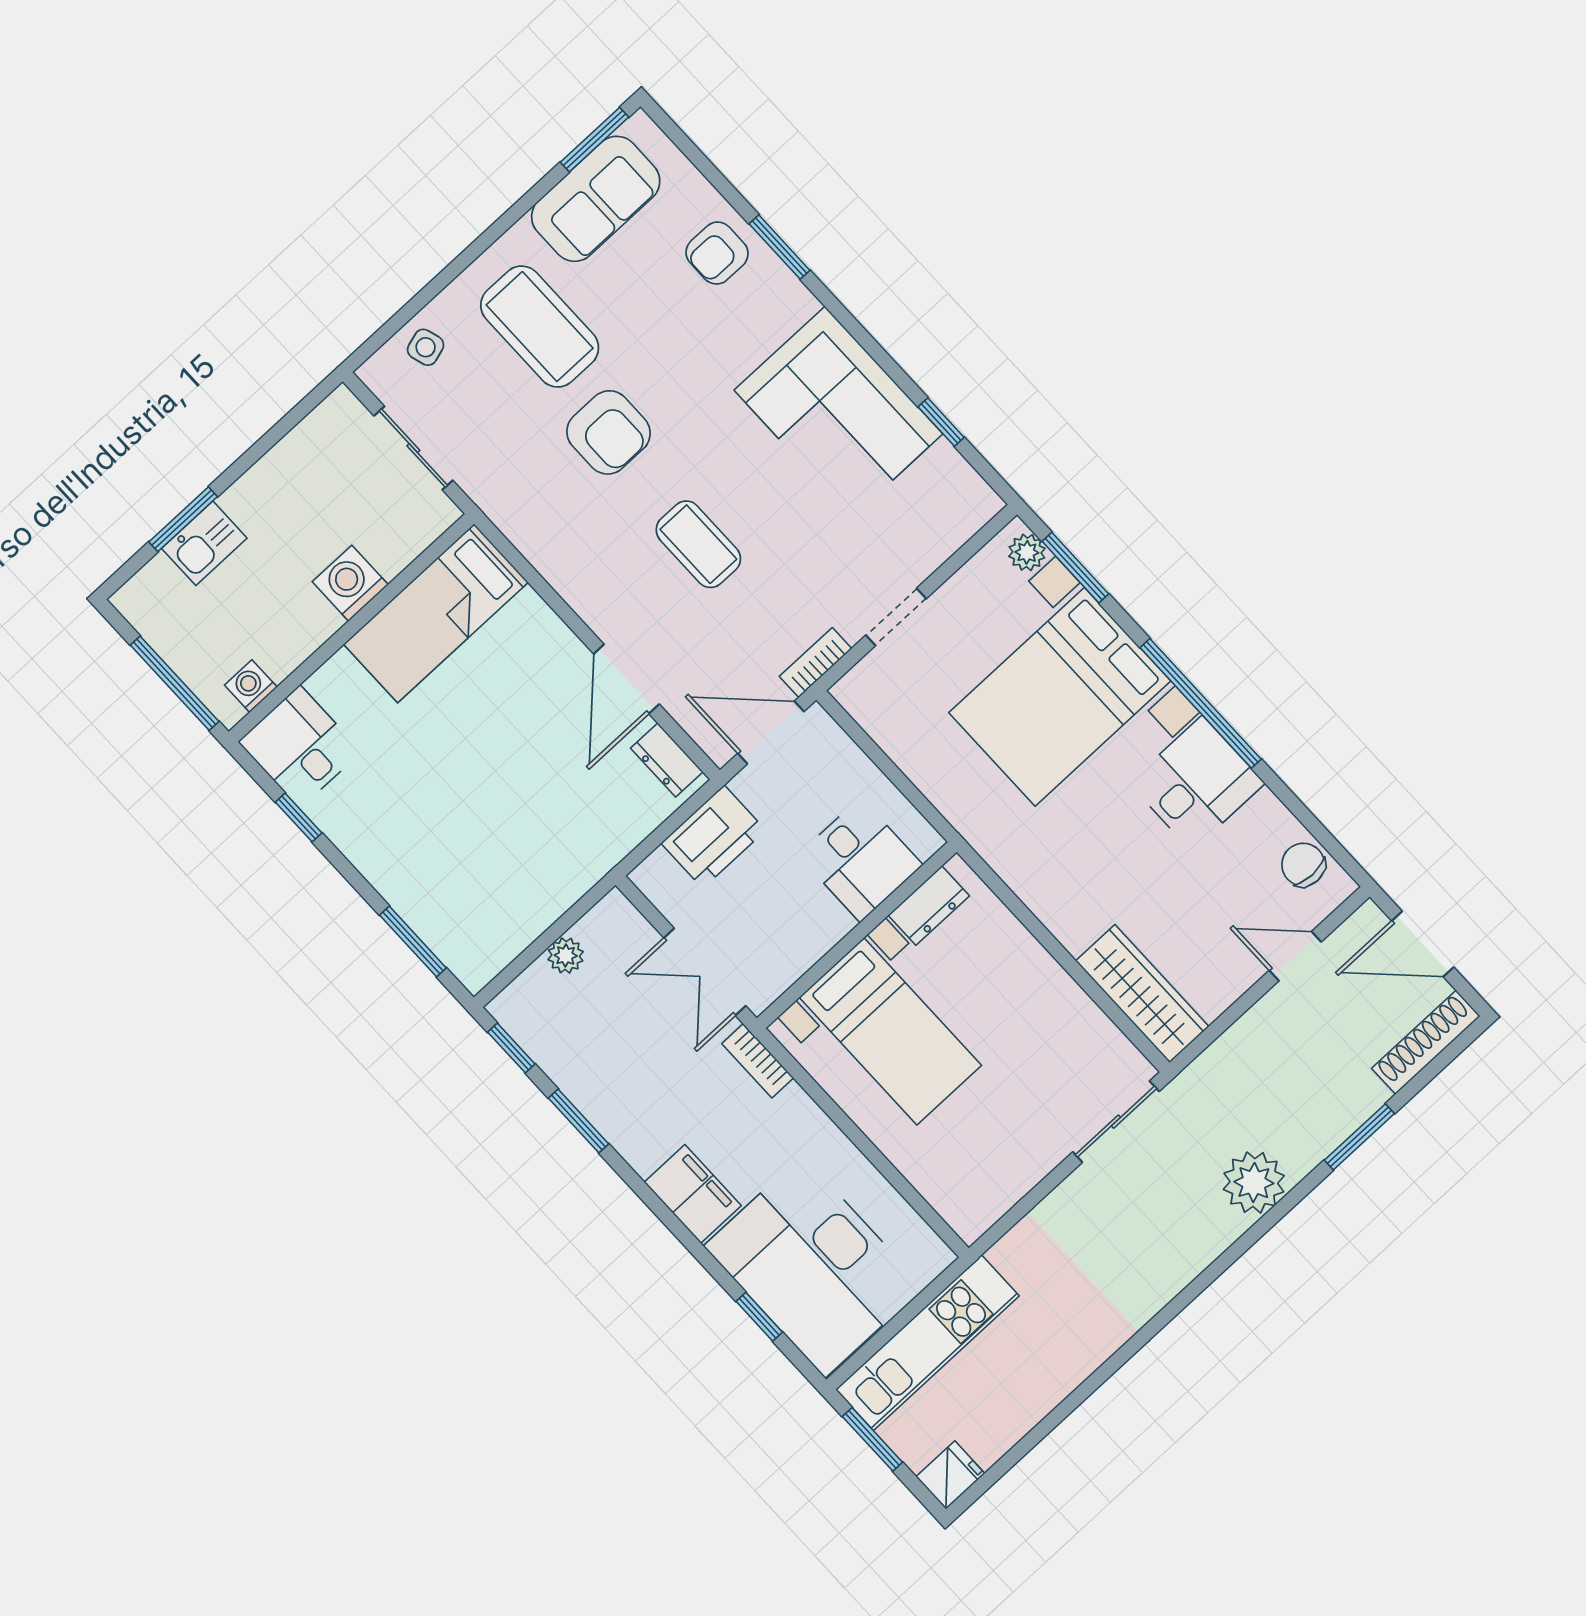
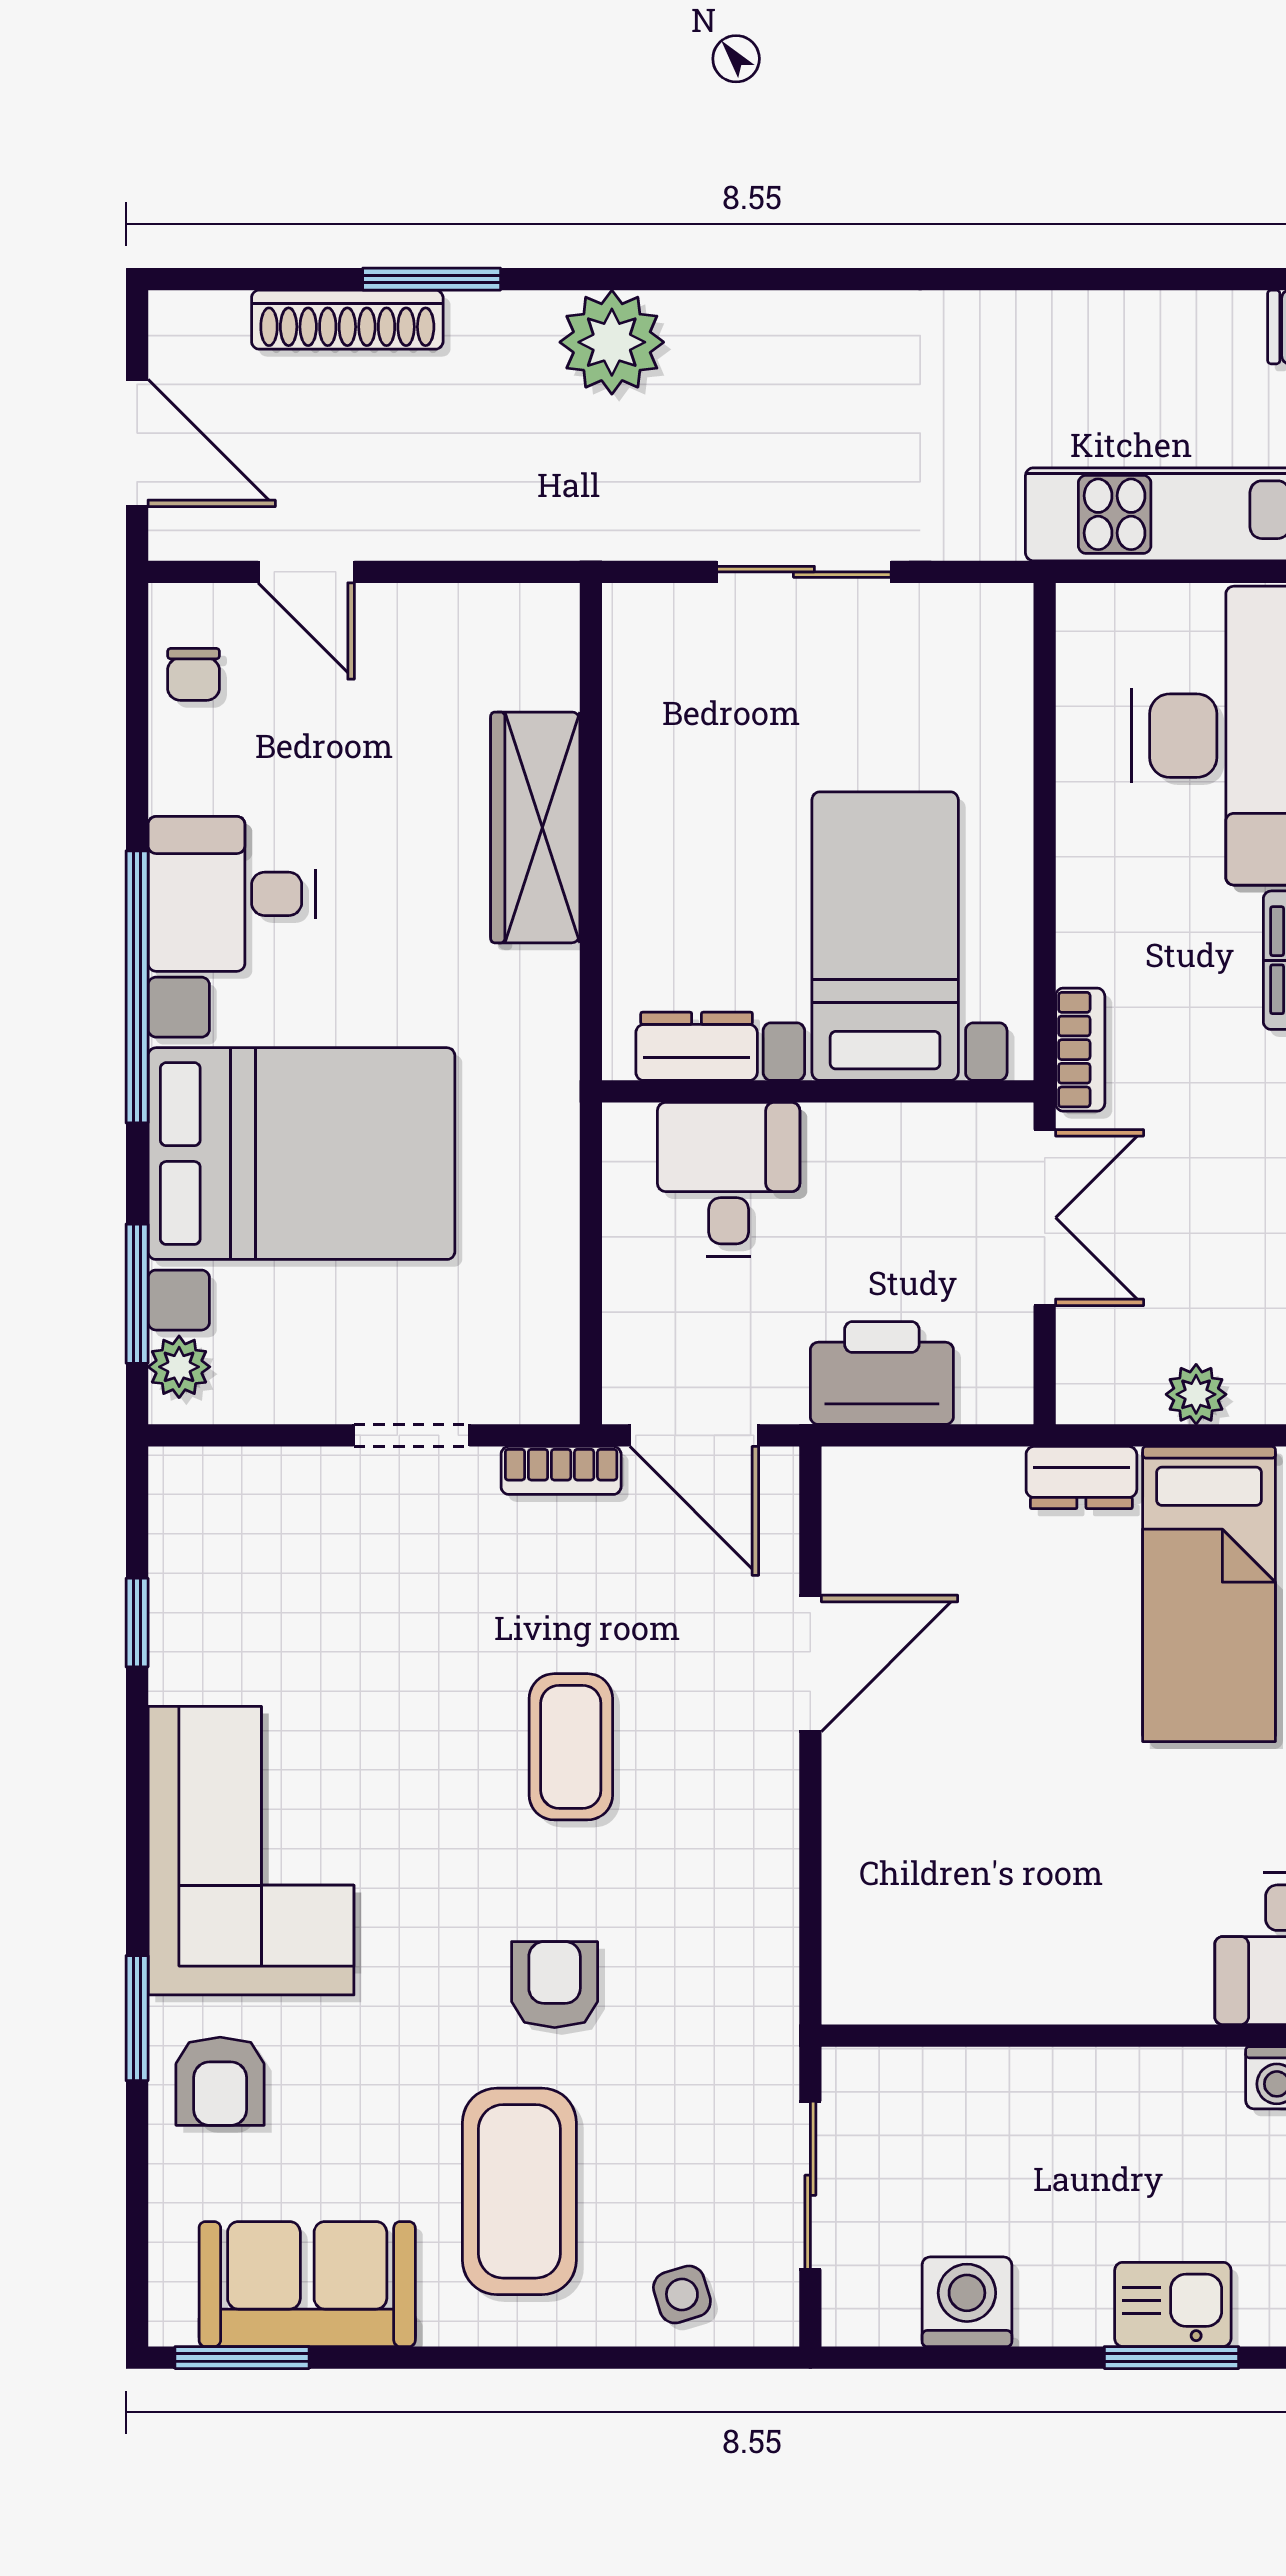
armchair: (717, 253) -> (220, 2081), turned 90
corner sofa: (838, 412) -> (251, 1851), moved
armchair: (609, 432) -> (555, 1985), width x0.72, depth x0.72
washing machine: (350, 583) -> (967, 2302), moved, turned 180
bed: (436, 613) -> (1209, 1594), moved, turned 90
dresser: (667, 760) -> (1081, 1478), moved, turned 90
chair: (1303, 865) -> (193, 674), width x0.73, depth x0.73
wardrobe: (1142, 994) -> (535, 827), moved
shoe rack: (1426, 1042) -> (347, 320), moved
sliding door: (1116, 1122) -> (804, 572), moved

